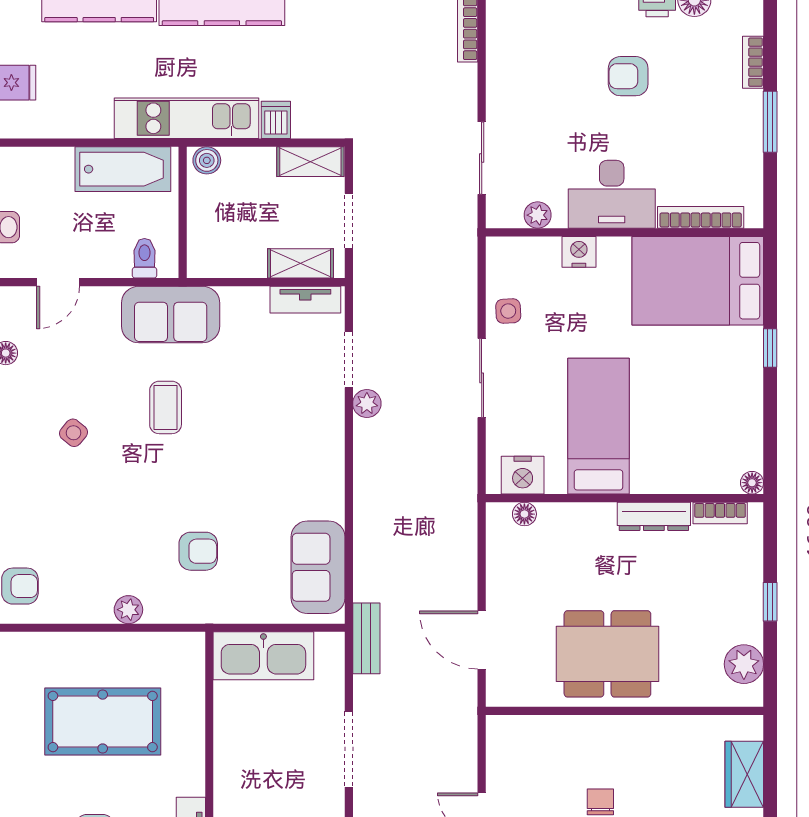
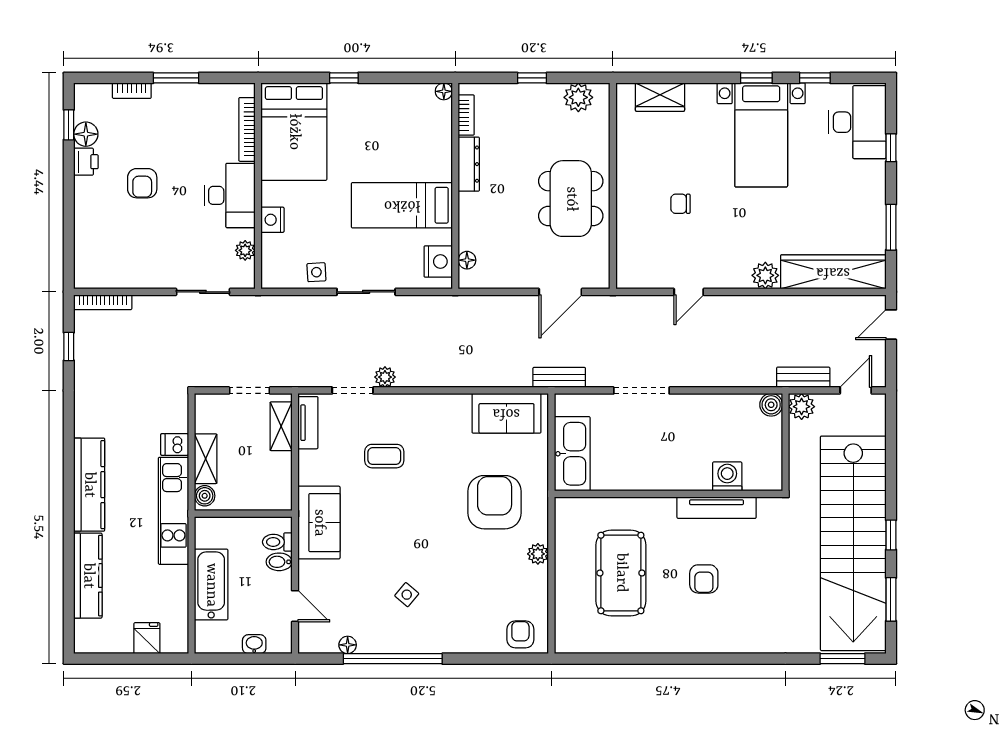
shelving: (310, 162) -> (206, 459), moved
bathtub: (123, 169) -> (211, 585), moved
bidet: (118, 261) -> (279, 562), added
coffee table: (166, 407) -> (384, 456), moved
armchair: (198, 551) -> (495, 502), width x1.88, depth x1.88

